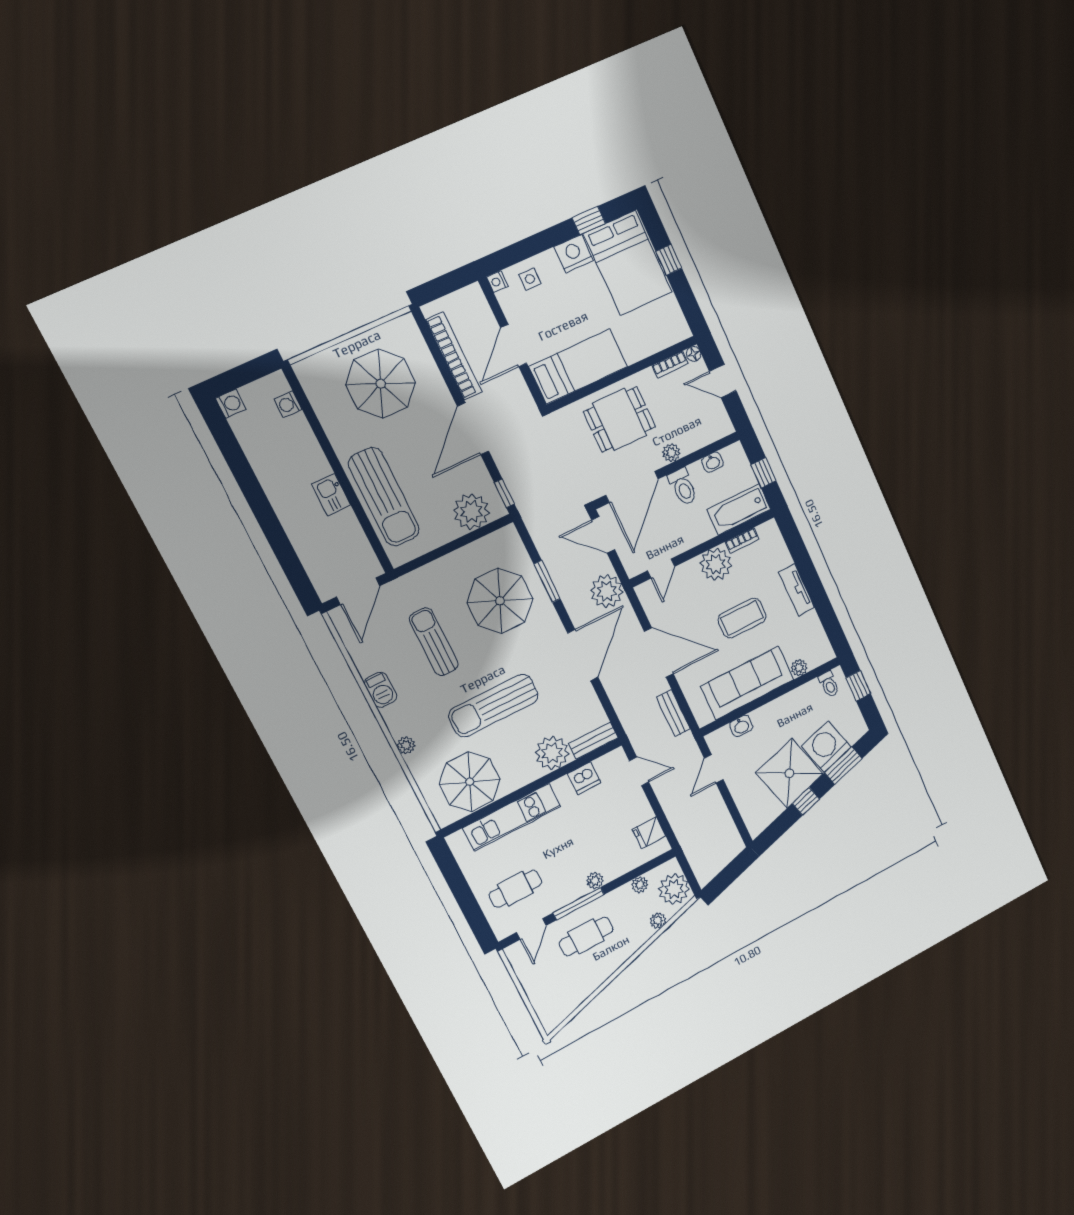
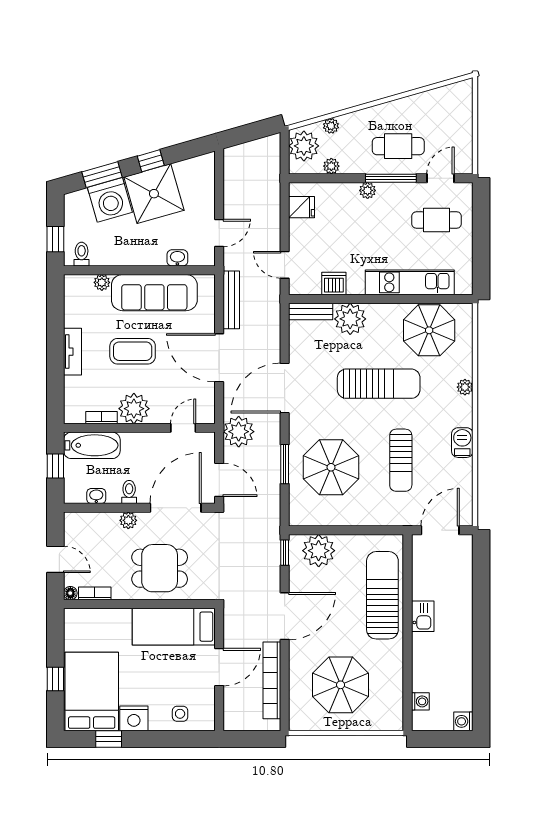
nightstand: (497, 282) -> (208, 723), removed
toilet: (683, 487) -> (129, 492), width x0.73, depth x0.72
bench: (673, 713) -> (231, 300), width x1.36

